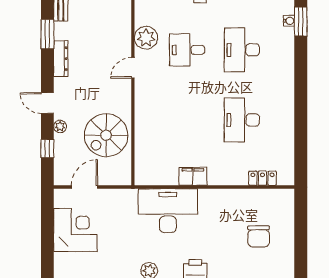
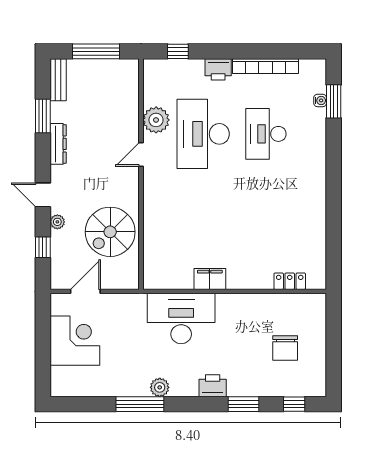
desk: (187, 50) -> (203, 134), width x1.87, depth x1.30
desk: (242, 120) -> (266, 214), removed

